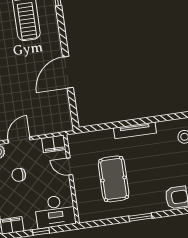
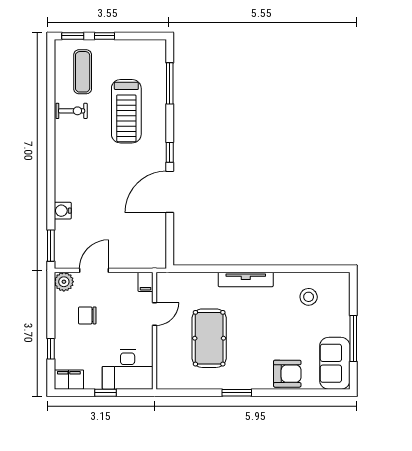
window: (64, 42) -> (170, 152), added
filing cabinet: (54, 144) -> (145, 282), width x0.50
door: (70, 166) -> (155, 314), swing flipped

